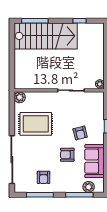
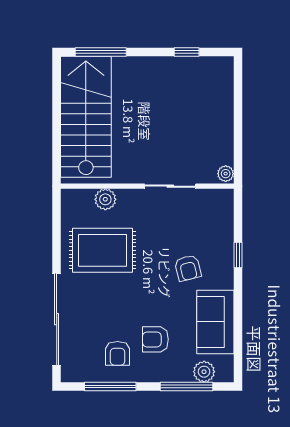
stairs: (46, 36) -> (86, 117), moved, turned -90
plant: (20, 97) -> (105, 199), moved
armchair: (67, 155) -> (155, 339), moved

